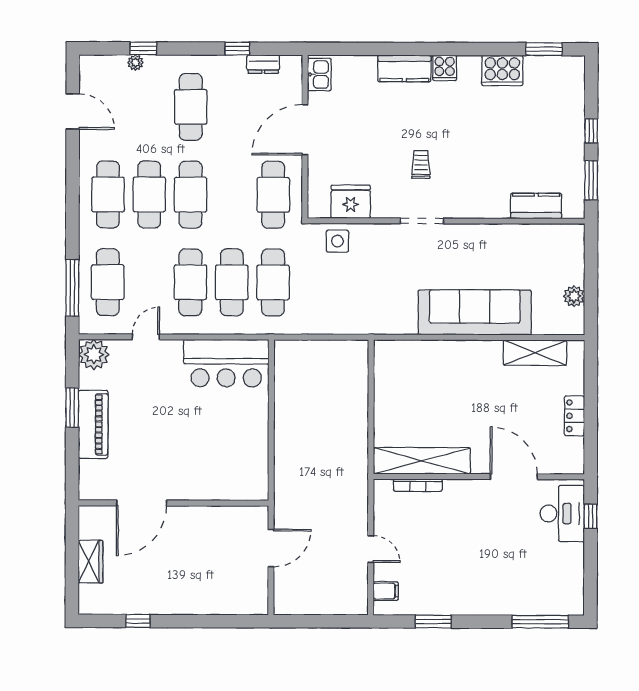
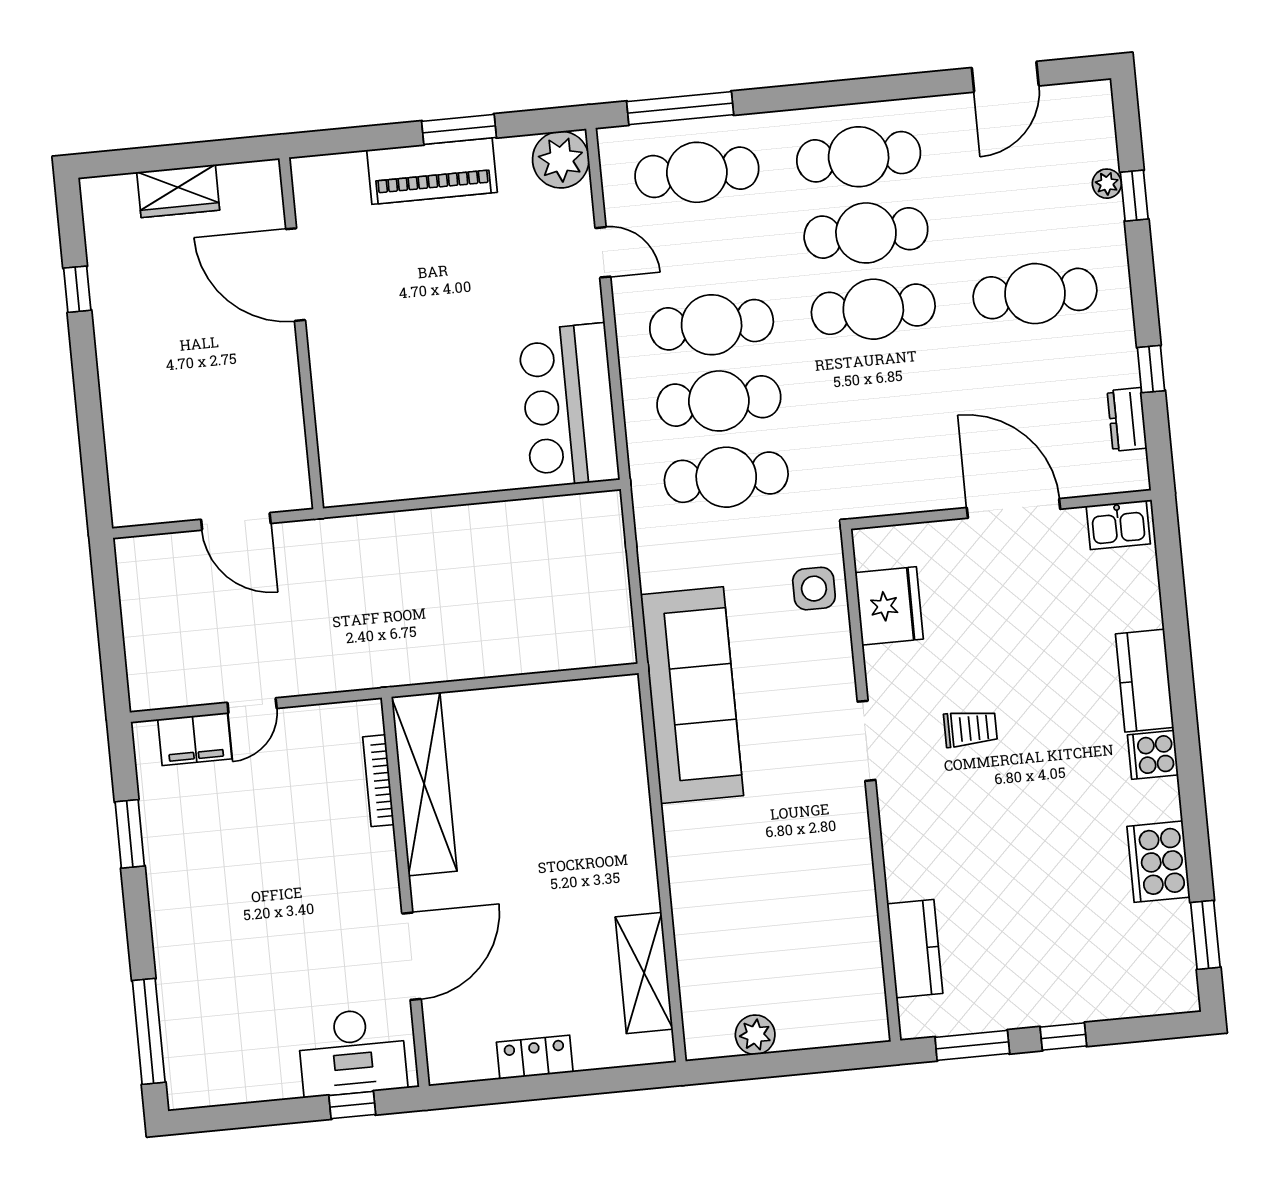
cafe table: (273, 195) -> (888, 462), removed
sofa: (475, 312) -> (692, 695), moved
filing cabinet: (386, 591) -> (195, 739), width x2.00

